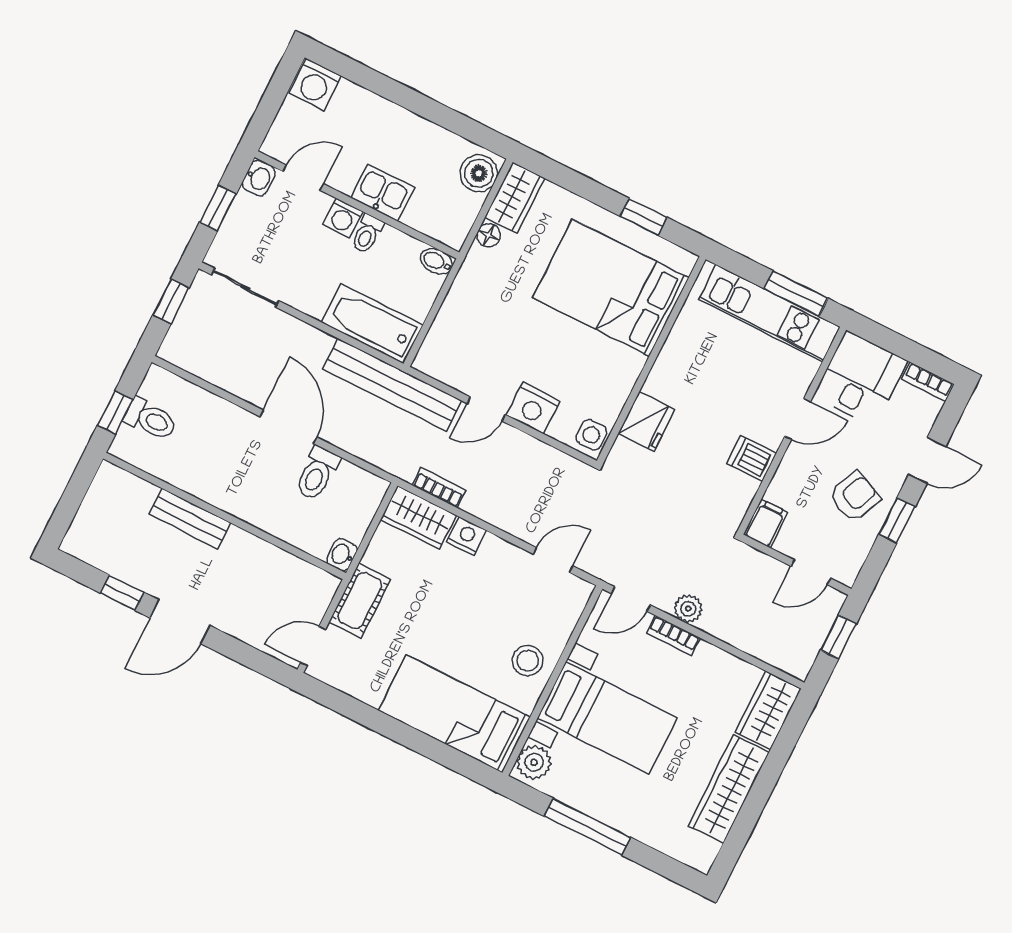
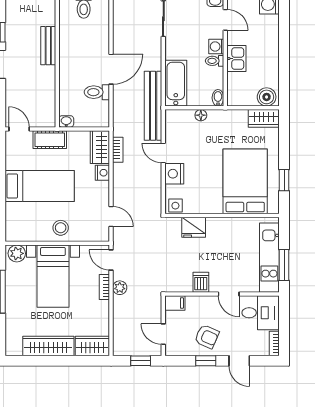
floor lamp: (489, 235) -> (201, 115), moved
bed: (454, 714) -> (40, 186), moved, turned 90

